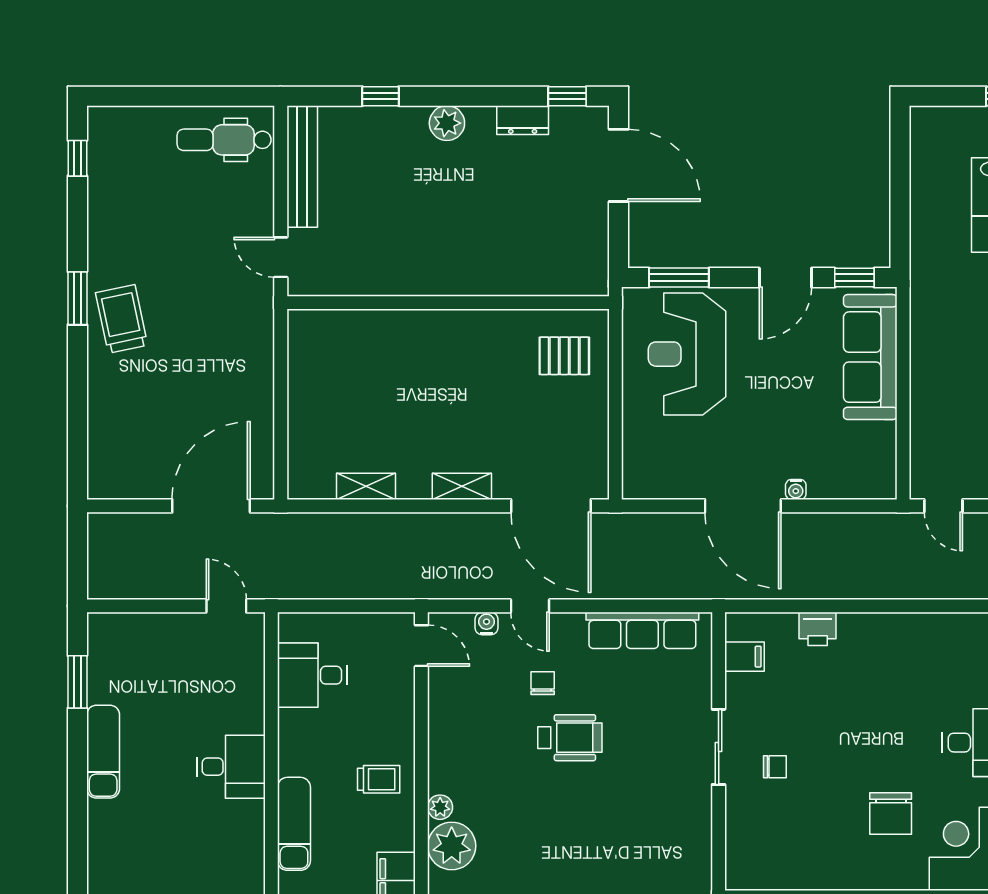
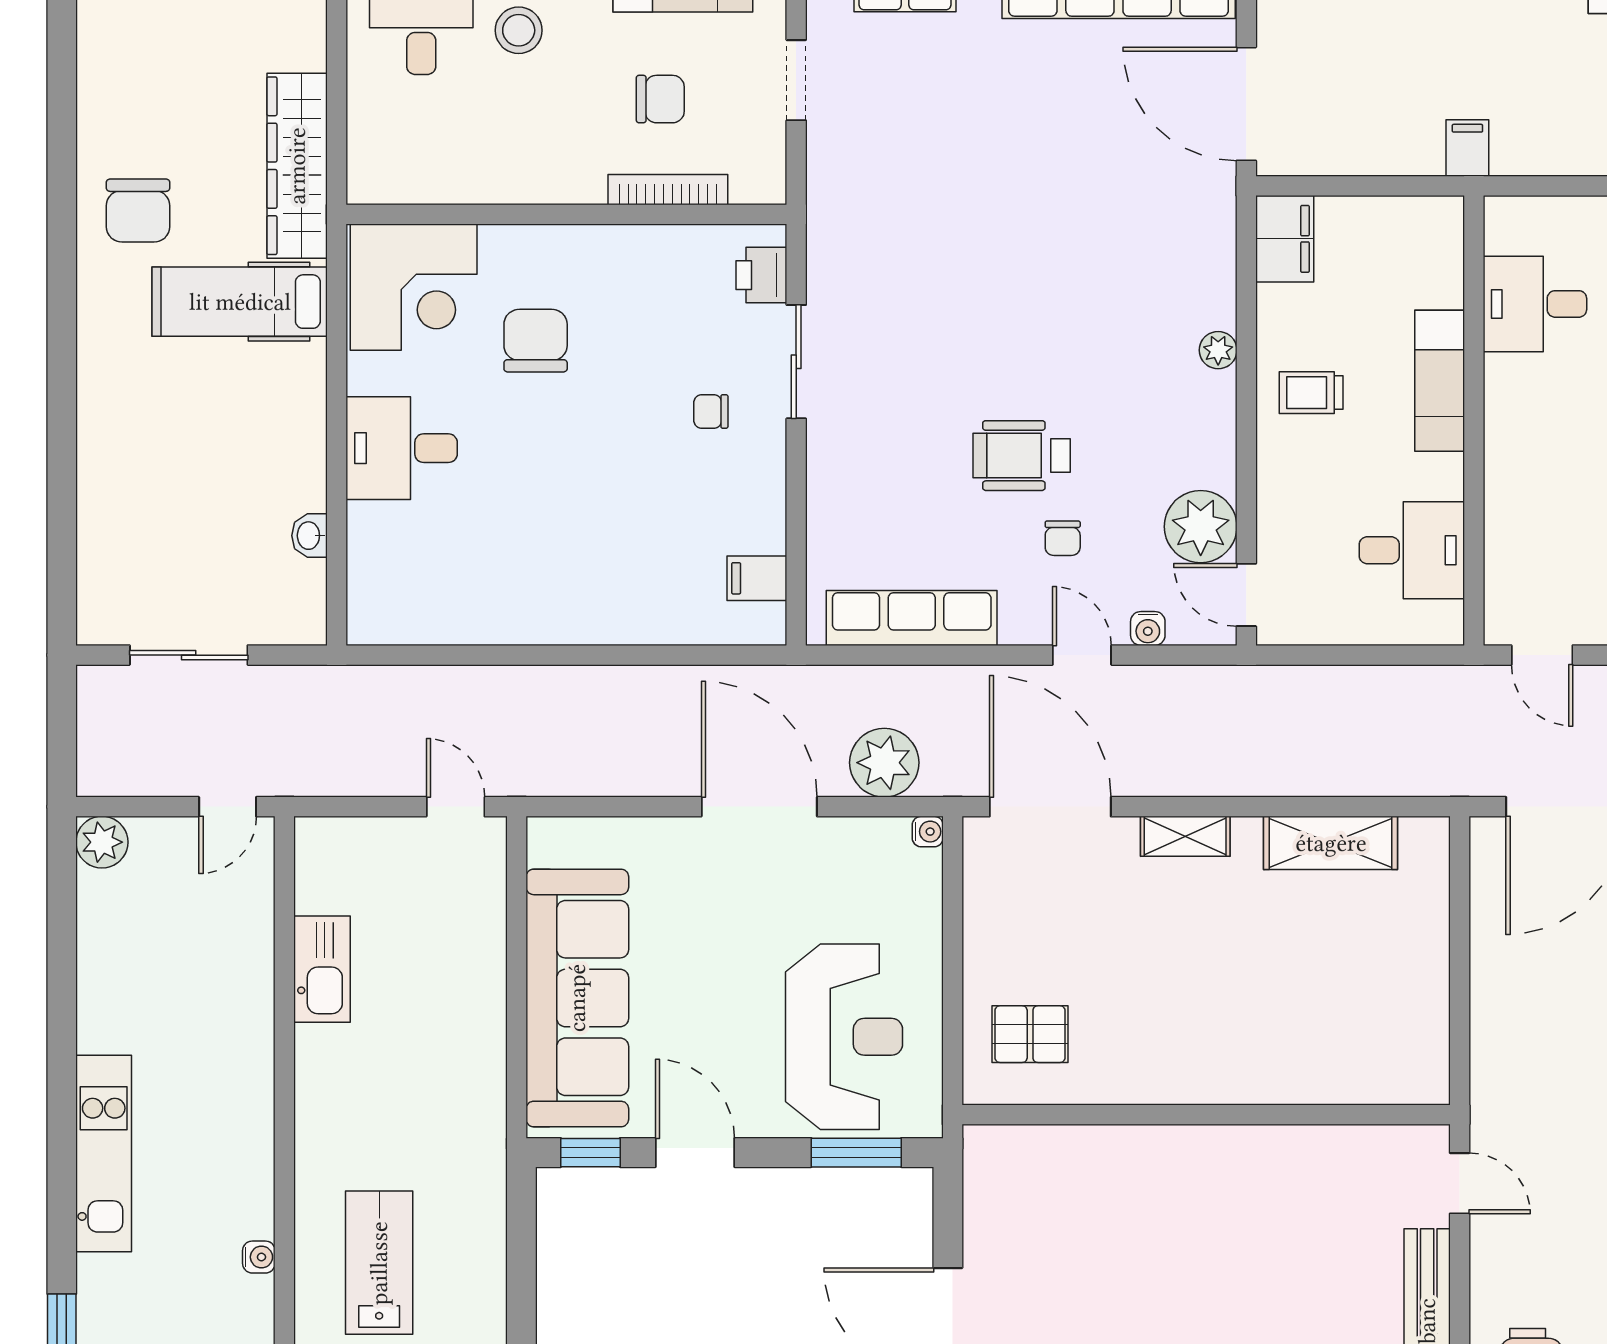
door: (785, 278) -> (695, 1153), hinge flipped
sofa: (870, 357) -> (577, 998), width x1.36, depth x1.27
shelving: (366, 486) -> (1331, 843), width x1.50, depth x1.33
water cooler: (796, 489) -> (928, 832), moved, turned 90
plant: (660, 535) -> (884, 763), added
printer: (818, 629) -> (761, 275), moved, turned -90
sliding door: (719, 747) -> (796, 362), moved
desk: (231, 767) -> (1535, 304), moved
exam couch: (294, 824) -> (1440, 381), moved
plant: (452, 846) -> (1201, 527), moved

